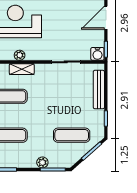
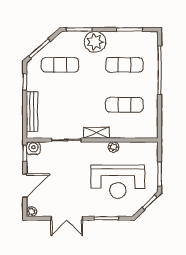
shelving: (22, 69) -> (97, 133), moved
plant: (42, 162) -> (95, 42), width x1.87, depth x1.87

